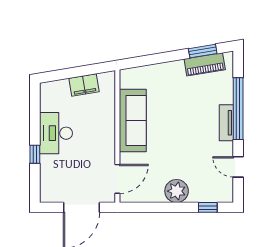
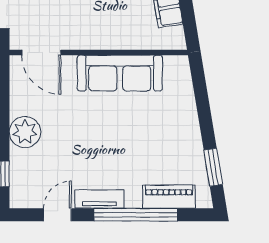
piano: (205, 64) -> (169, 197), moved, turned 99
tv unit: (226, 123) -> (99, 199), moved

